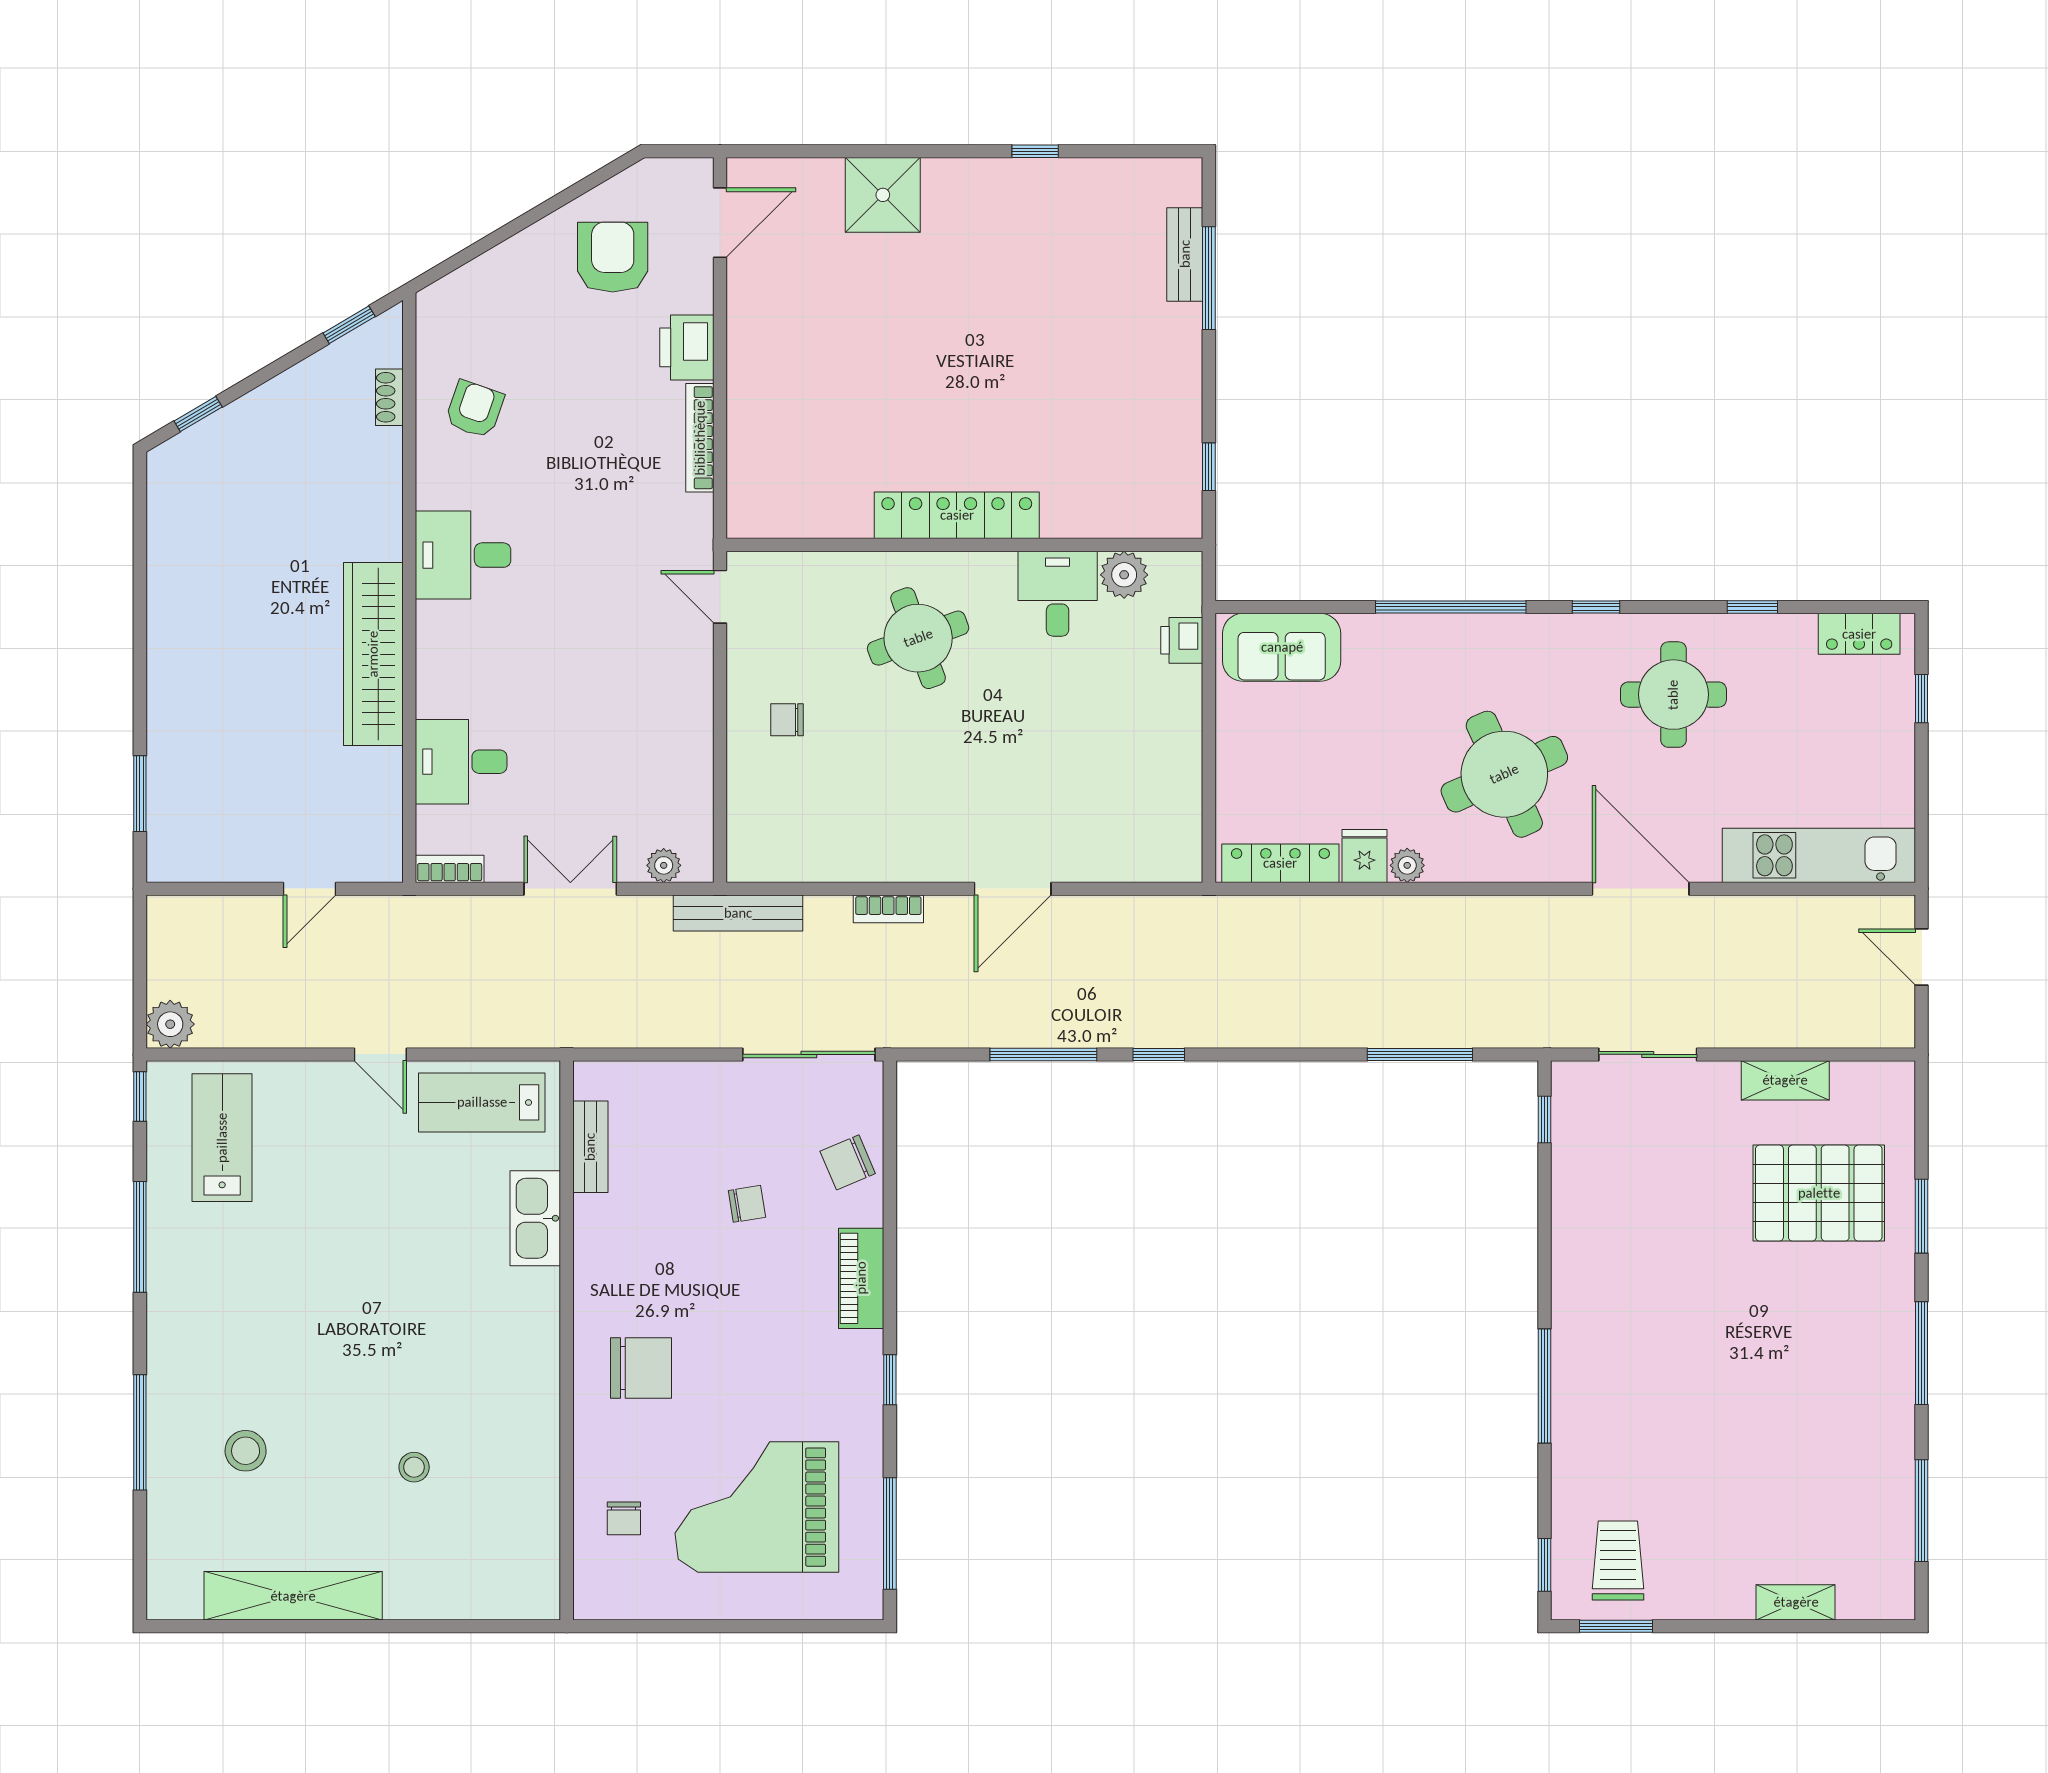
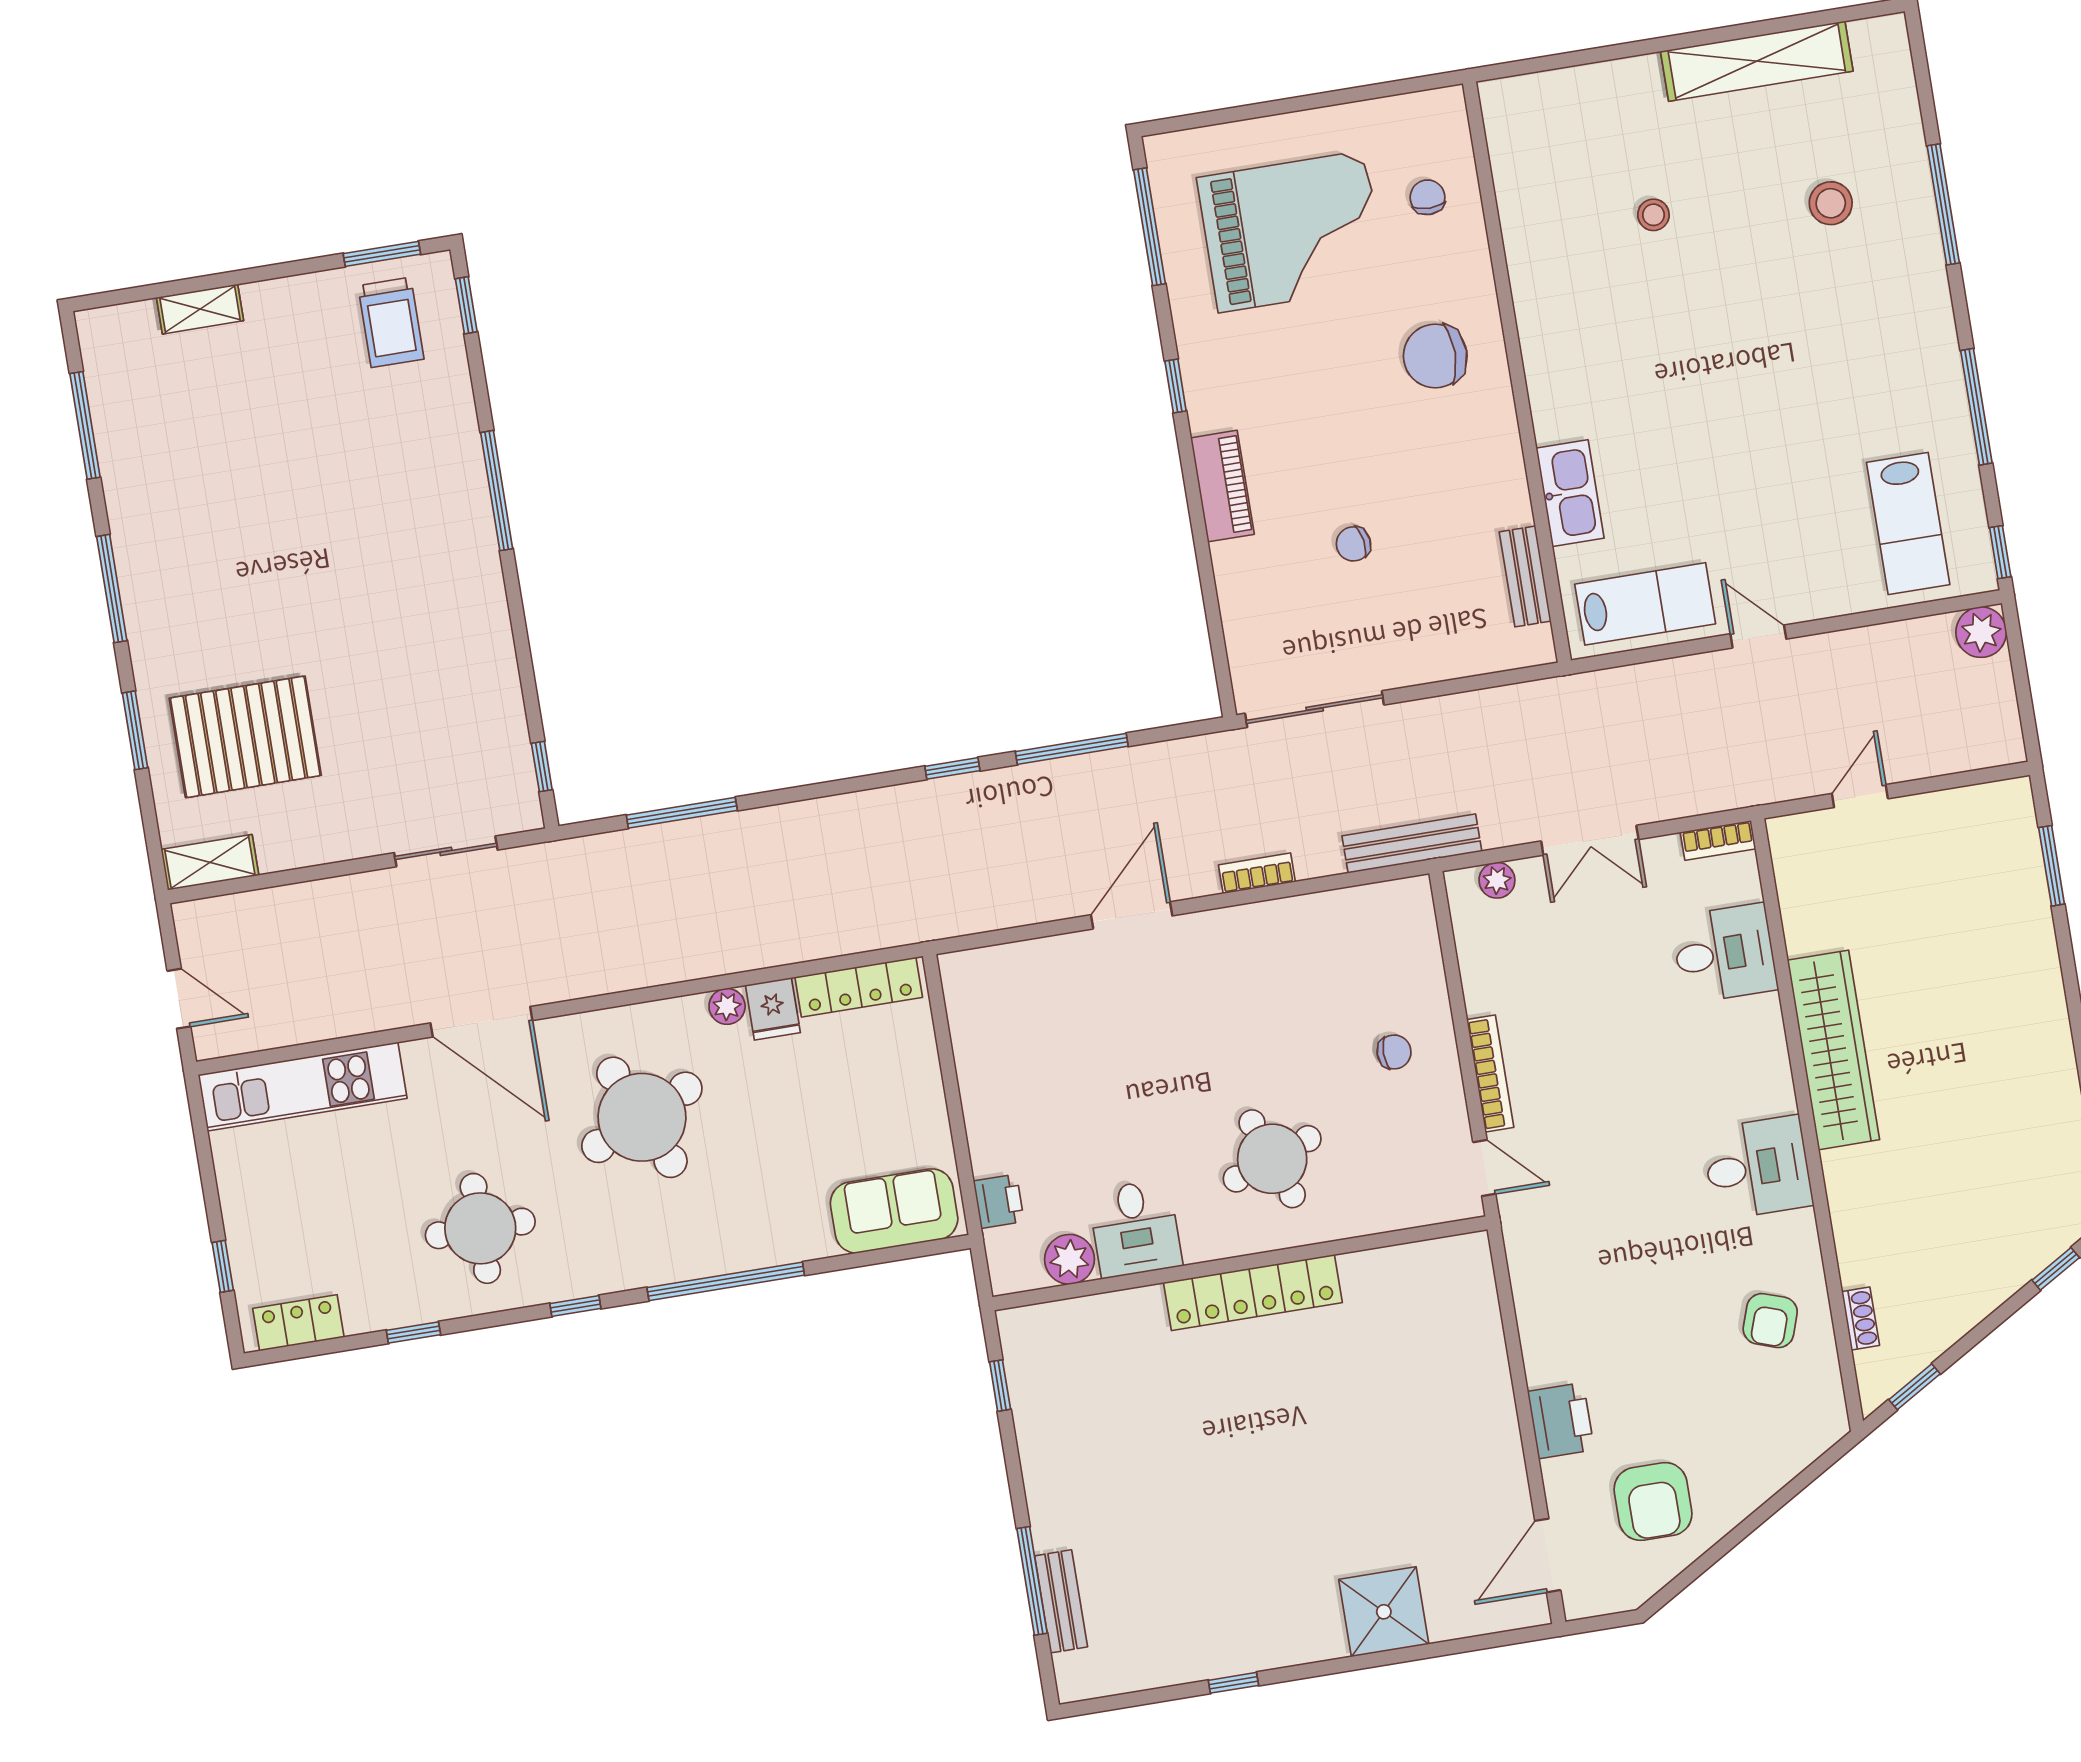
bookcase: (700, 438) -> (1490, 1074), moved
shelving: (1785, 1080) -> (210, 862), moved
chair: (848, 1162) -> (1256, 604), removed

